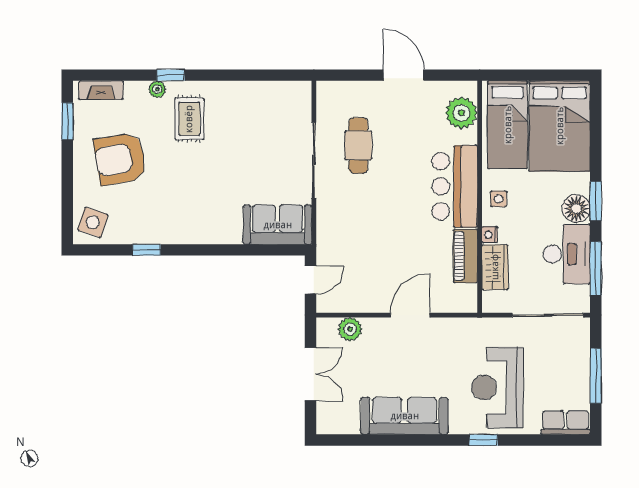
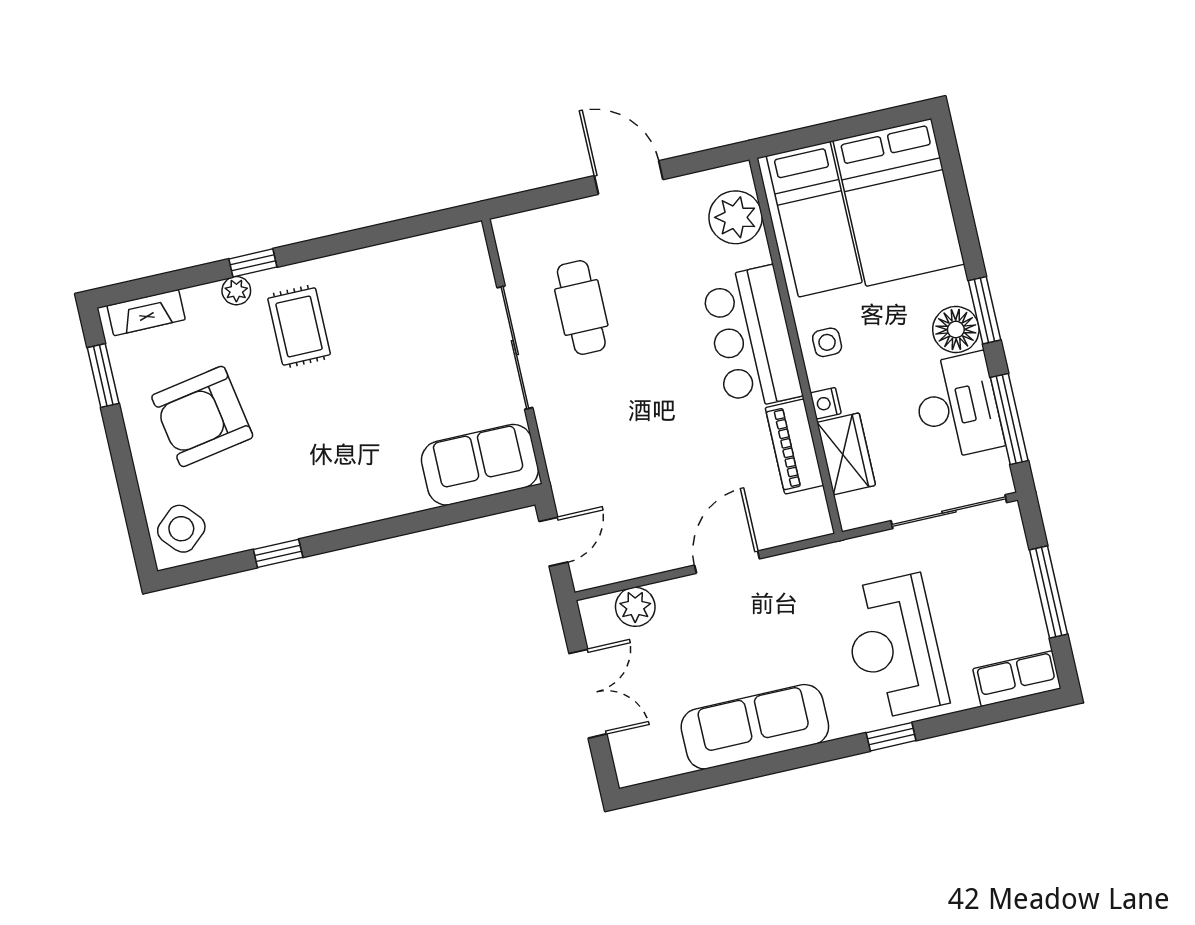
side table: (93, 222) -> (181, 529), turned 30

